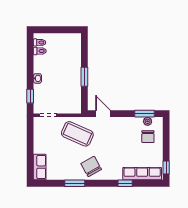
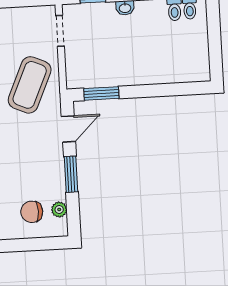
window: (84, 77) -> (101, 93), moved
window: (144, 114) -> (71, 174), moved

